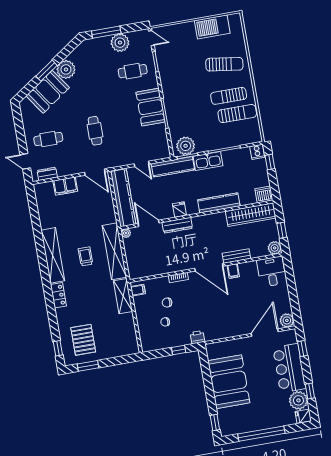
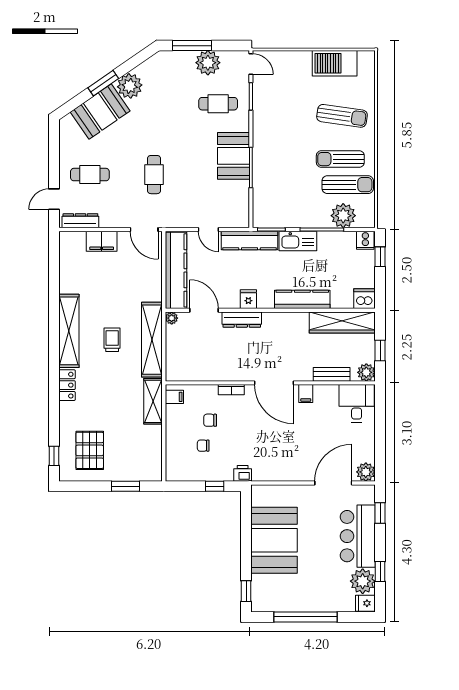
plant: (186, 146) -> (343, 216), moved
door: (25, 161) -> (54, 199), hinge flipped
dresser: (47, 174) -> (80, 221), width x1.44
bench: (236, 256) -> (332, 374), moved
window: (88, 366) -> (125, 486), moved

